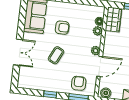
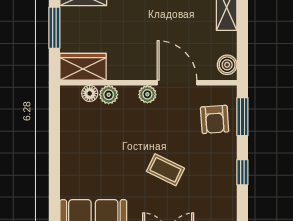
armchair: (62, 28) -> (110, 164), removed
armchair: (79, 83) -> (215, 119), turned -94

